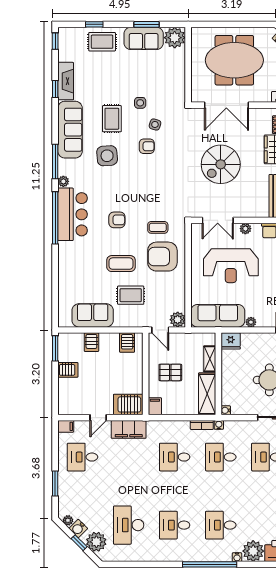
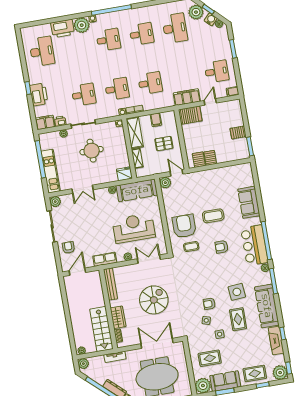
plant: (68, 37) -> (280, 373), added
armchair: (162, 257) -> (184, 226), turned -90
rug: (131, 295) -> (210, 358), moved
sofa: (93, 315) -> (249, 202), moved, turned 90
server rack: (91, 342) -> (210, 158), moved
filing cabinet: (155, 406) -> (156, 120), moved

